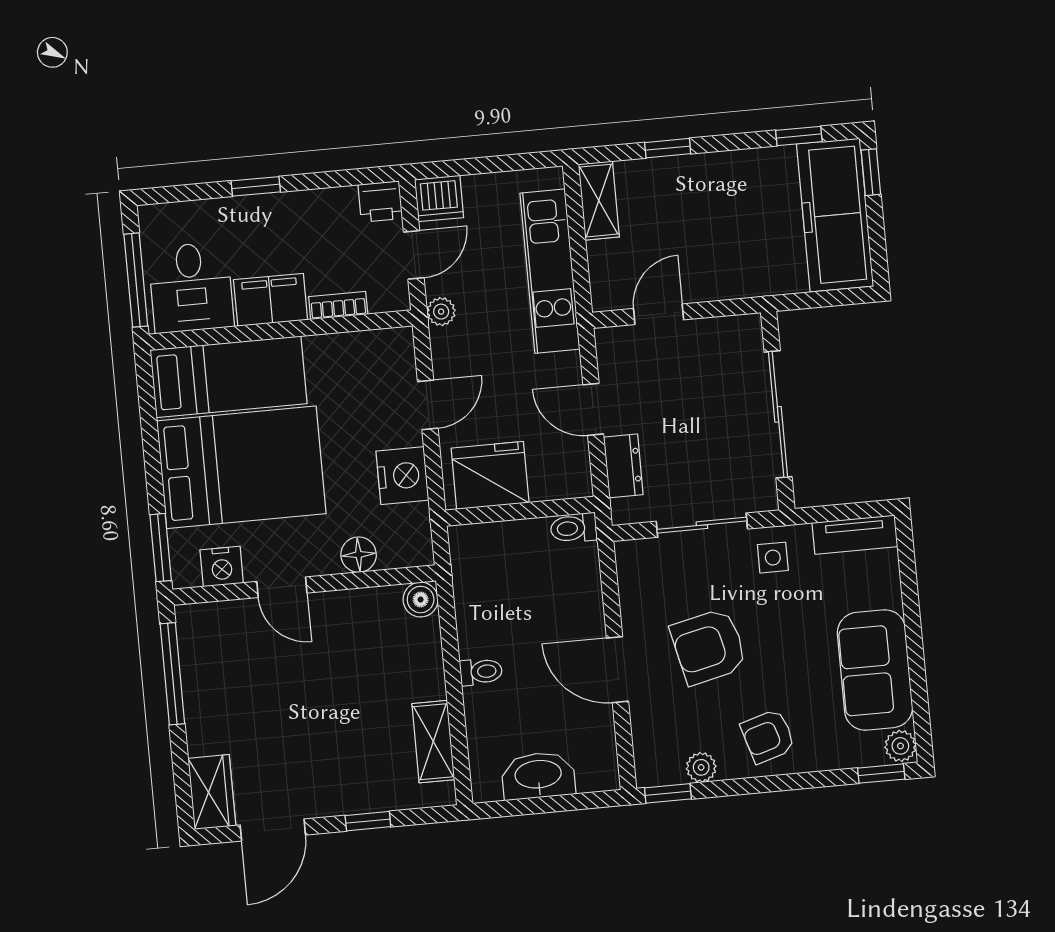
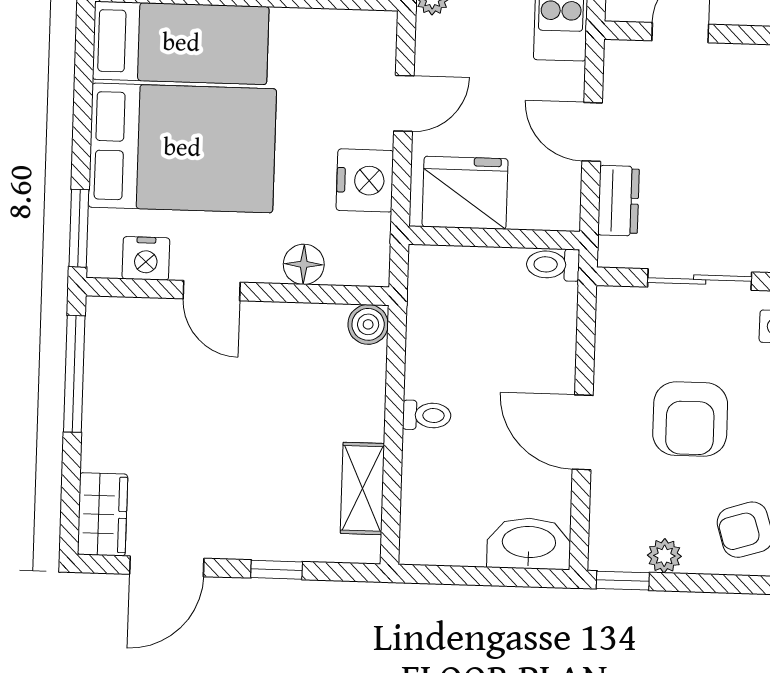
armchair: (709, 647) -> (690, 419), turned -77
washbasin: (538, 775) -> (529, 544), moved

